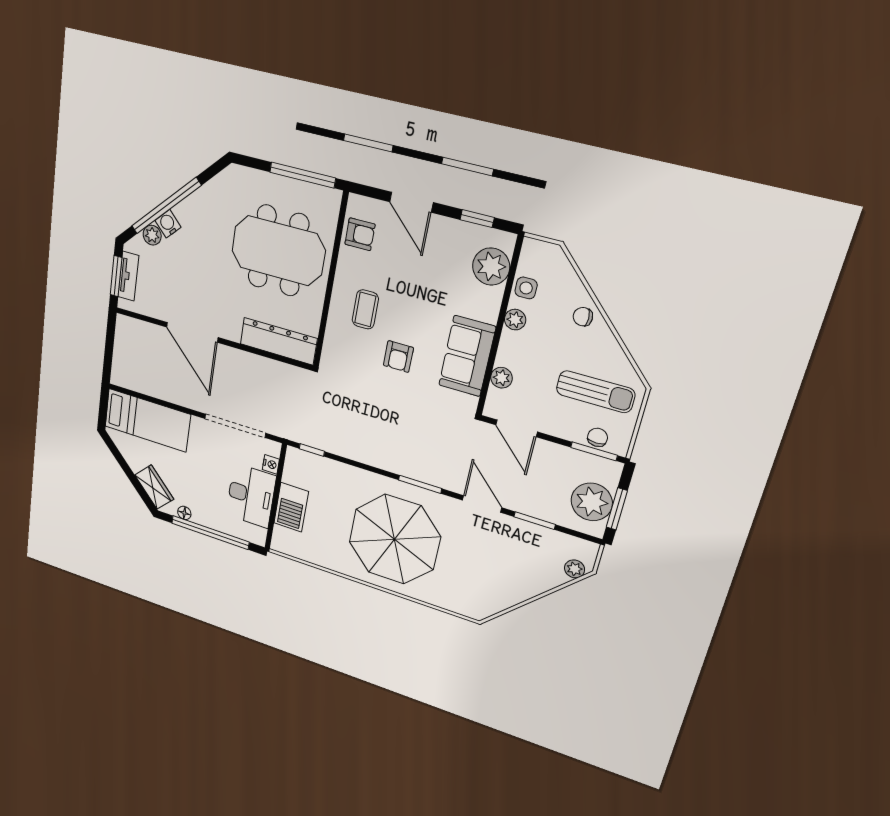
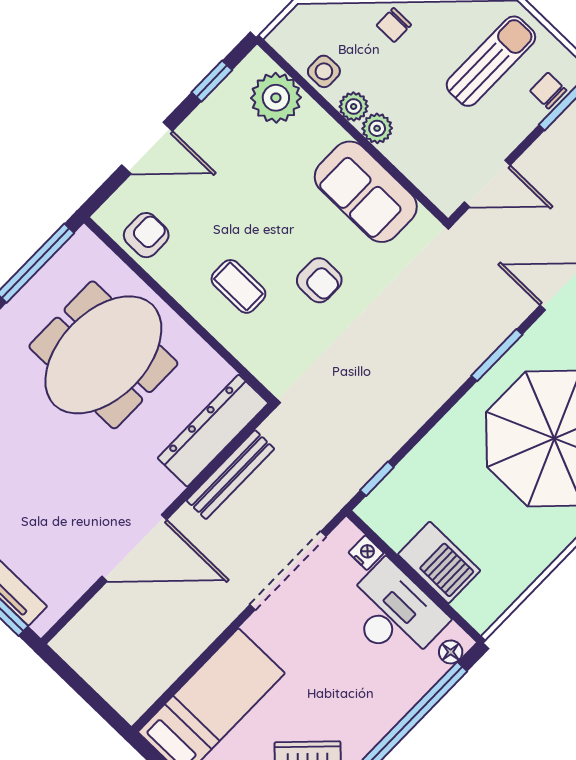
bench: (262, 365) -> (230, 475), added
plant: (502, 378) -> (377, 128), moved
floor lamp: (184, 513) -> (451, 652), moved

